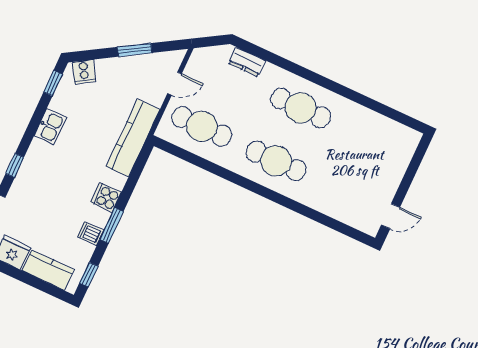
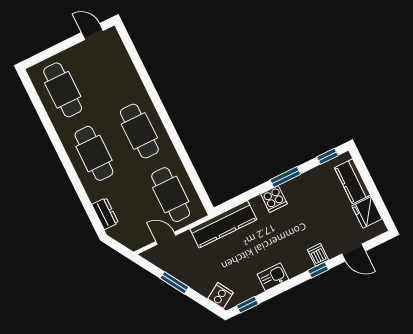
cafe table: (375, 142) -> (63, 90), added
dishwasher: (90, 234) -> (318, 255), moved, turned 180

